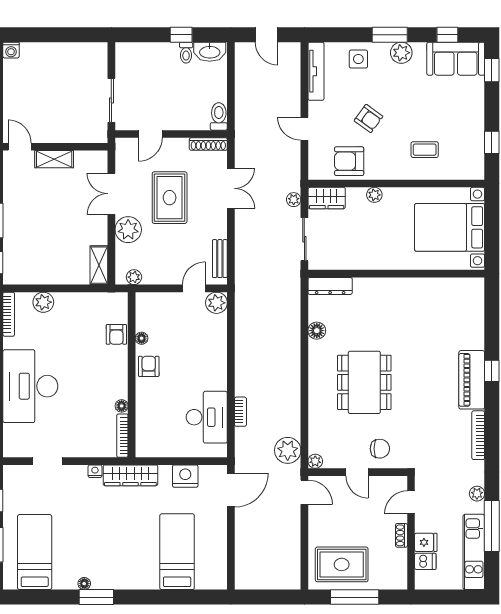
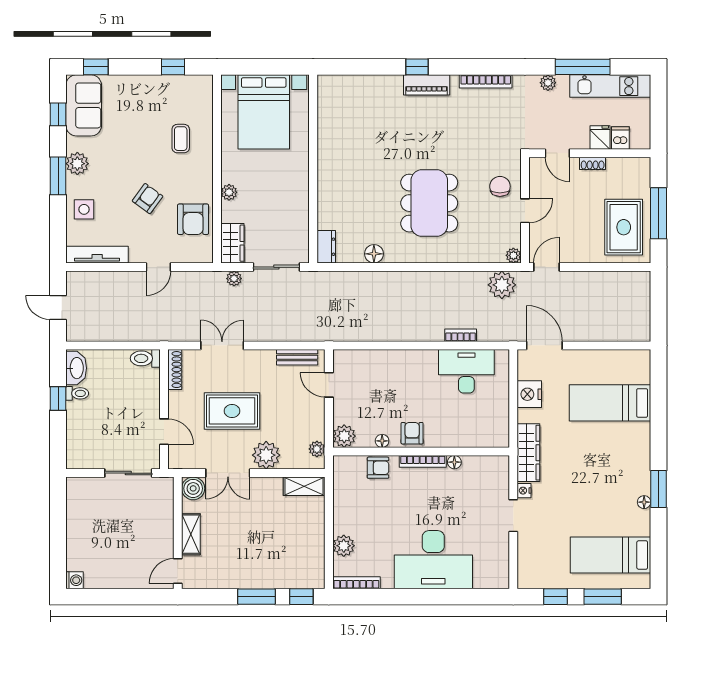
door: (267, 35) -> (58, 307), swing flipped
boiler: (97, 161) -> (193, 488), added
dresser: (330, 286) -> (326, 247), width x0.70
plant: (216, 303) -> (344, 436), moved
armchair: (149, 366) -> (412, 433), turned 90
piano: (472, 380) -> (427, 85), width x0.73, depth x0.75
dining table: (364, 382) -> (429, 203), turned 90
bookcase: (122, 436) -> (423, 461), moved
doorway: (48, 461) -> (513, 516), moved

